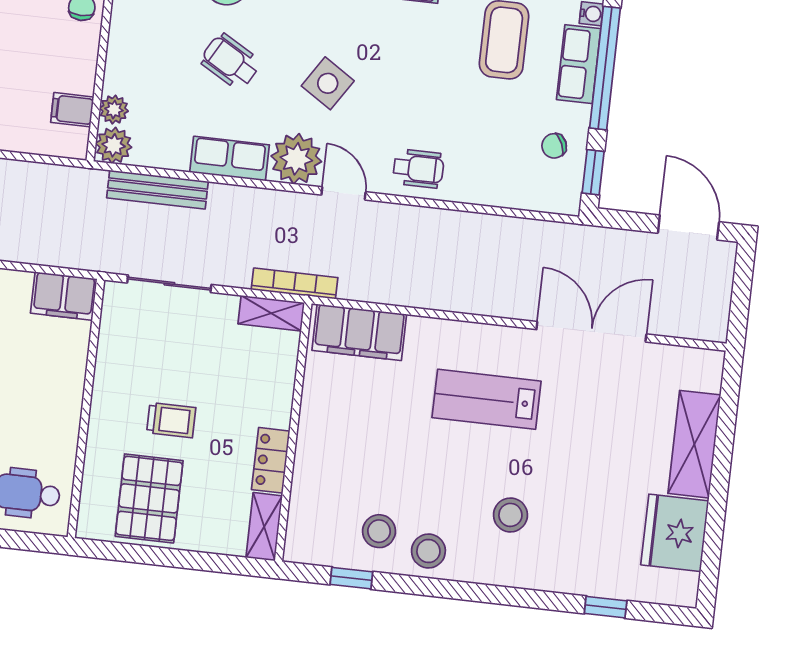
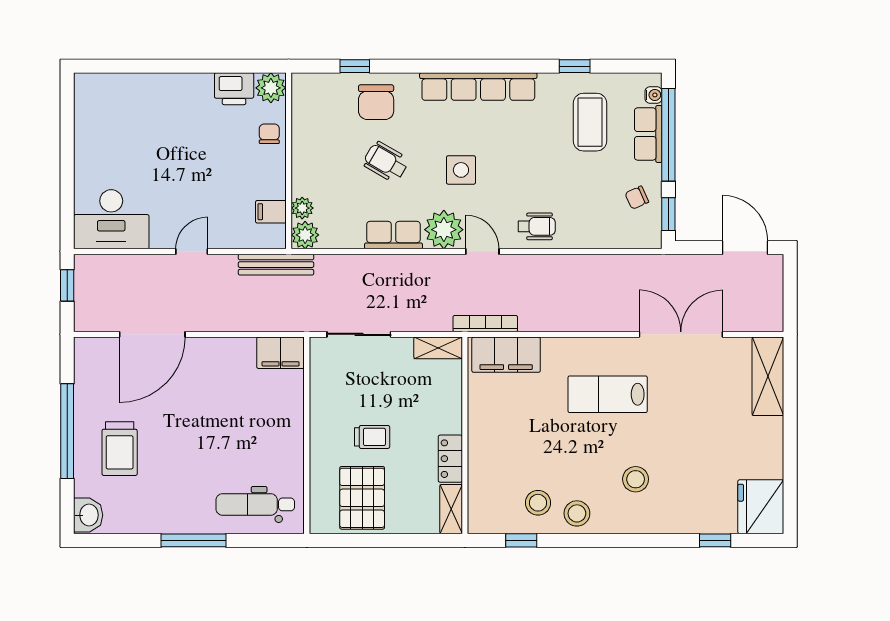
side table: (328, 83) -> (461, 170), turned -33
bench: (157, 190) -> (276, 265), moved
bookcase: (295, 284) -> (485, 324), moved
shelving: (694, 444) -> (768, 376), moved
fridge: (675, 533) -> (761, 507), moved

